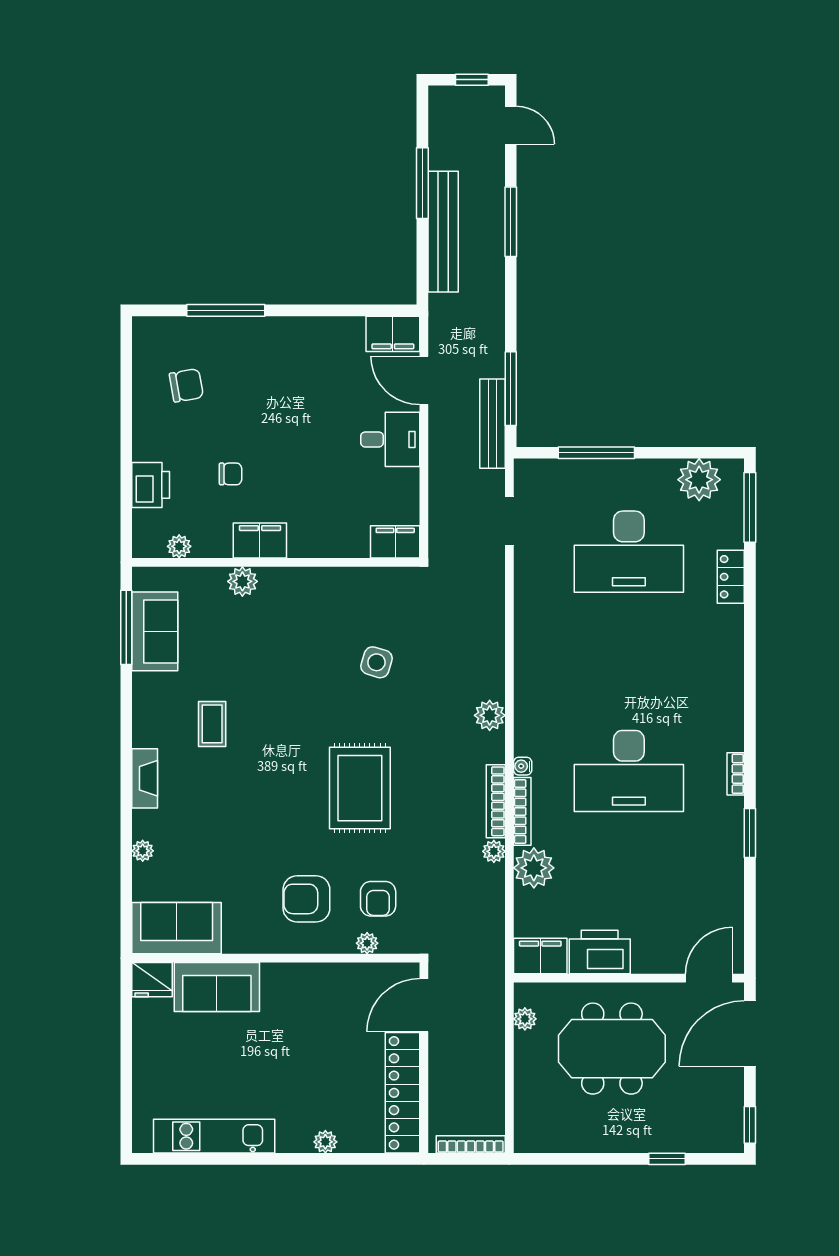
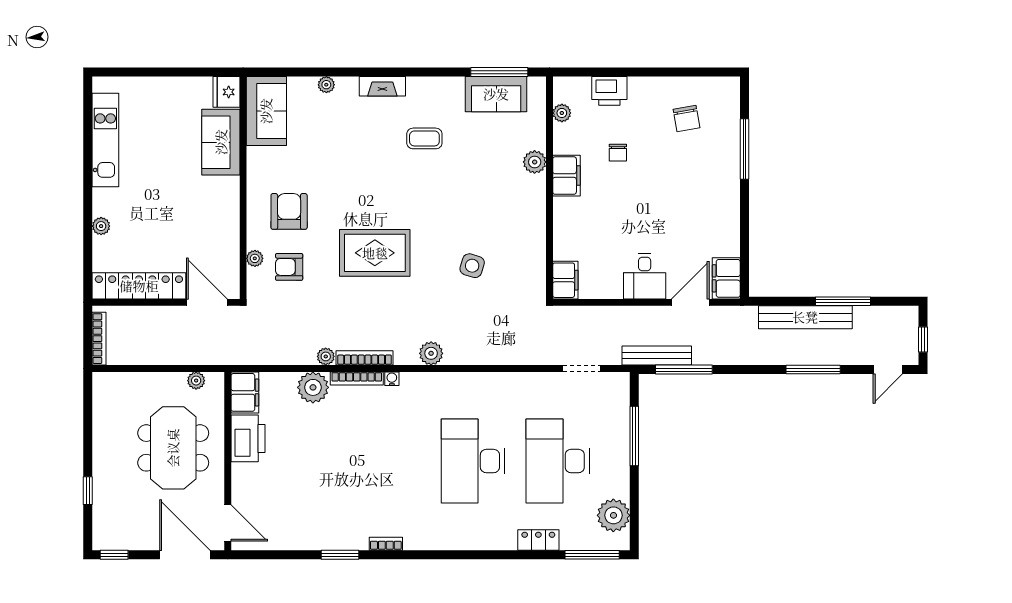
desk: (629, 771) -> (473, 461), moved

